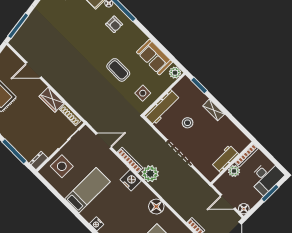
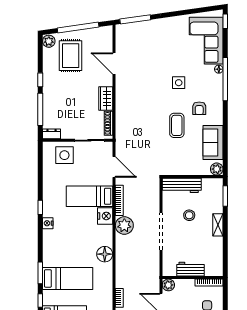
armchair: (114, 24) -> (199, 108), moved
side table: (143, 93) -> (179, 83), moved
plant: (234, 171) -> (168, 285), moved
bed: (87, 190) -> (89, 196), moved, turned 180
window: (81, 218) -> (40, 207), added

